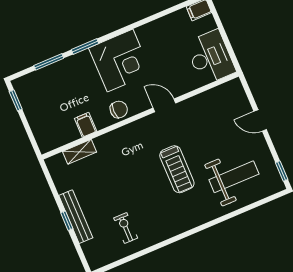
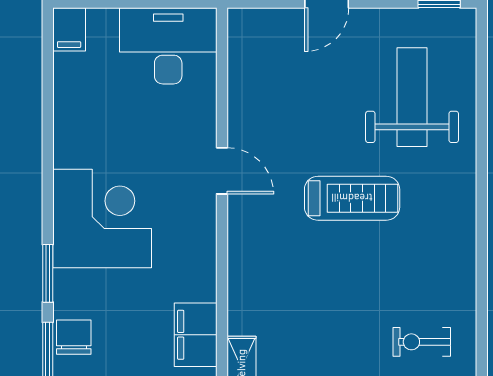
door: (164, 105) -> (222, 171), swing flipped
chair: (119, 109) -> (74, 337), moved
filing cabinet: (86, 125) -> (196, 335), width x2.00

